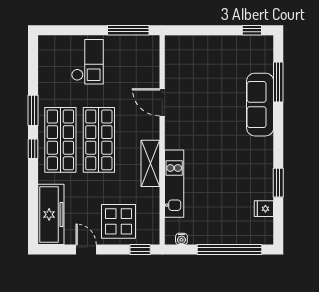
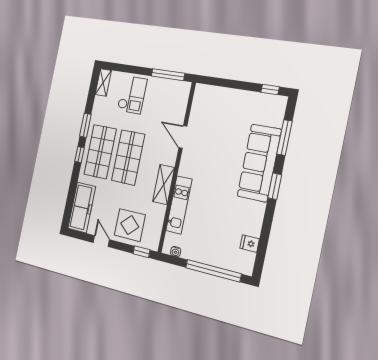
shelving: (46, 52) -> (103, 83), added
sofa: (260, 105) -> (259, 163), width x1.36, depth x1.27
window: (278, 183) -> (275, 186), moved

